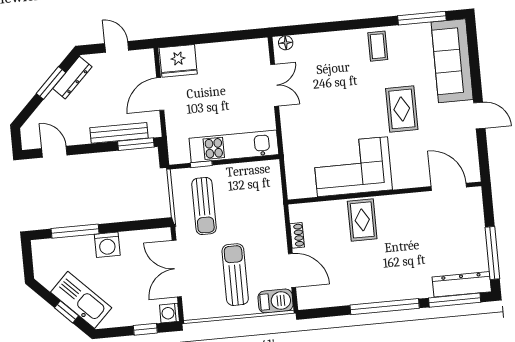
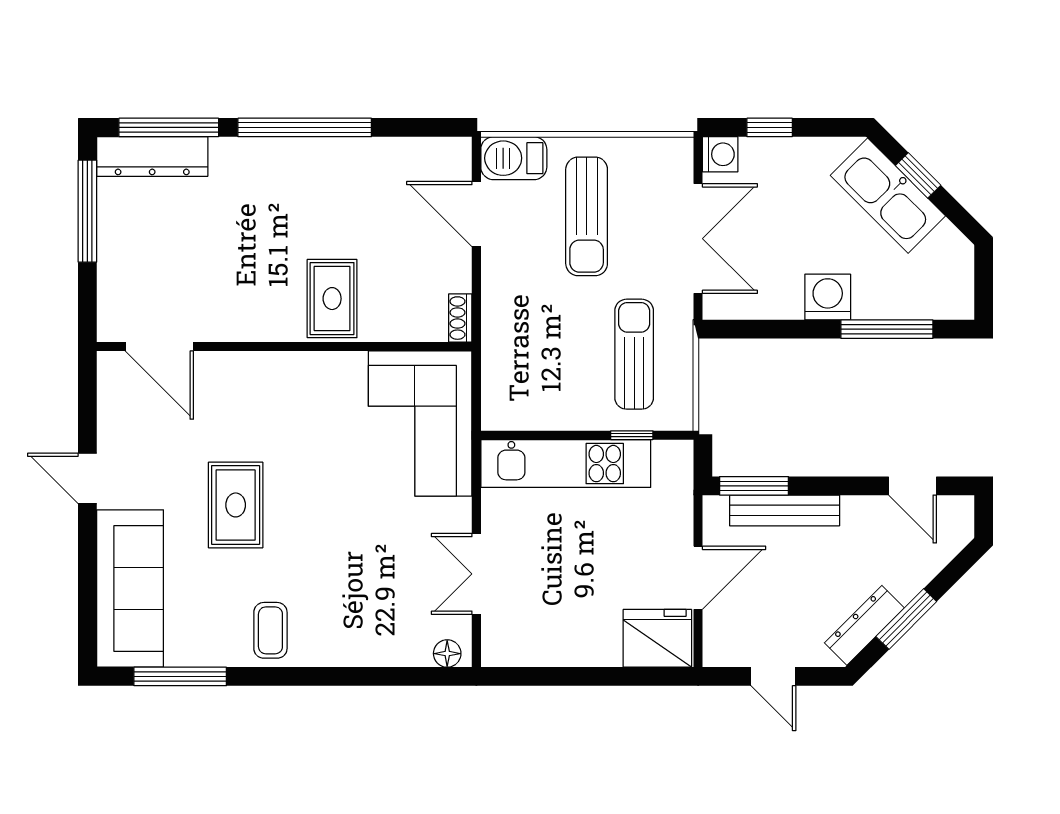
corner sofa: (353, 167) -> (420, 424), moved, turned 90
shoe rack: (297, 235) -> (460, 318), moved

